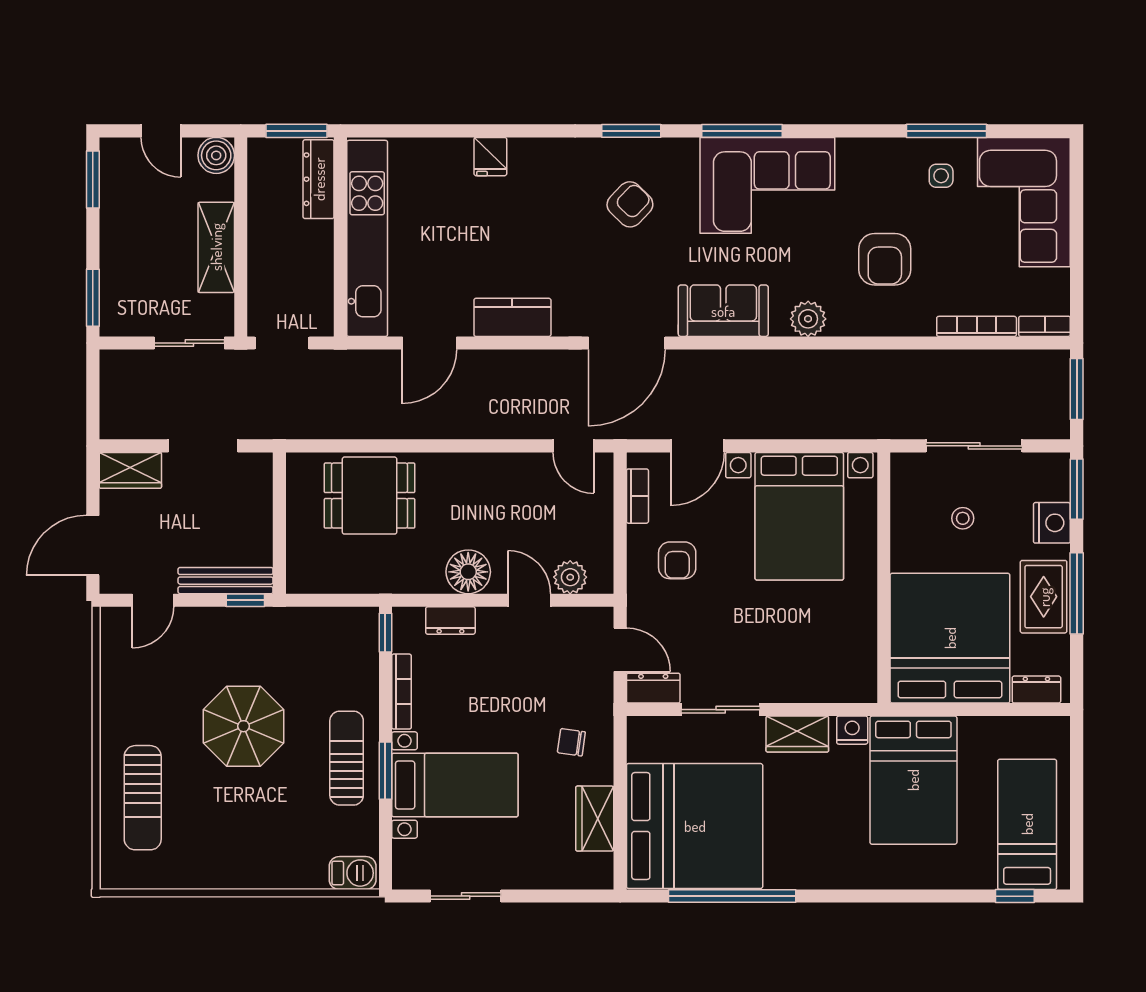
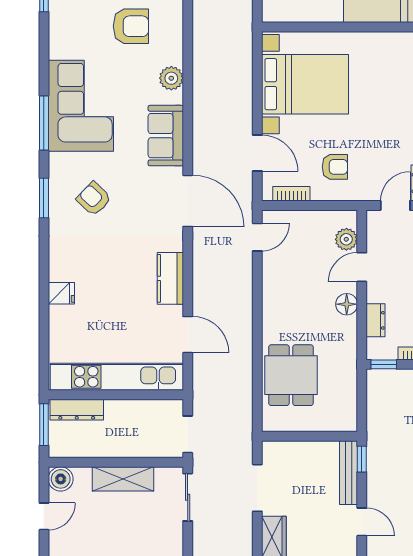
floor lamp: (468, 572) -> (347, 304), width x0.73, depth x0.73

